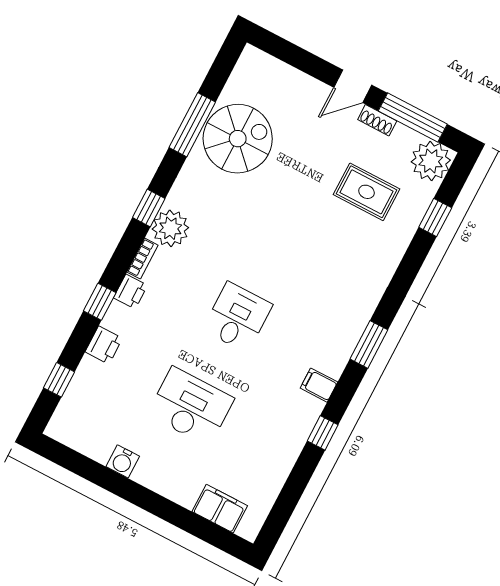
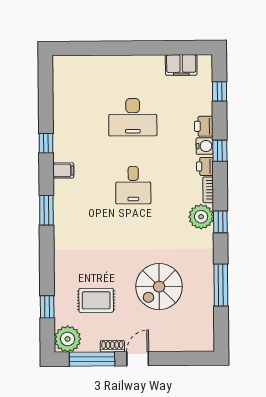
spiral stairs: (238, 139) -> (159, 287), moved
water cooler: (123, 461) -> (205, 146), moved, turned 90
filing cabinet: (220, 509) -> (181, 65), moved

